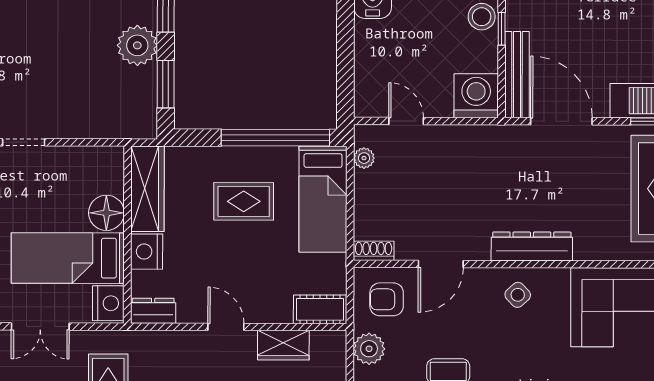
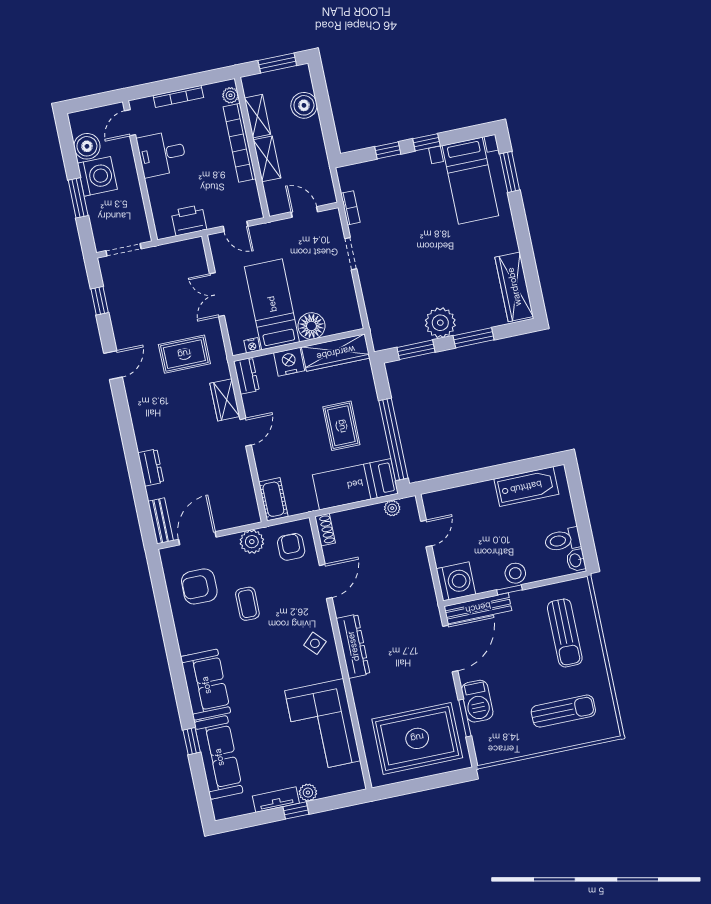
door: (441, 264) -> (326, 581), swing flipped
nightstand: (108, 303) -> (252, 345), width x0.53, depth x0.56
wardrobe: (283, 345) -> (225, 400), moved

